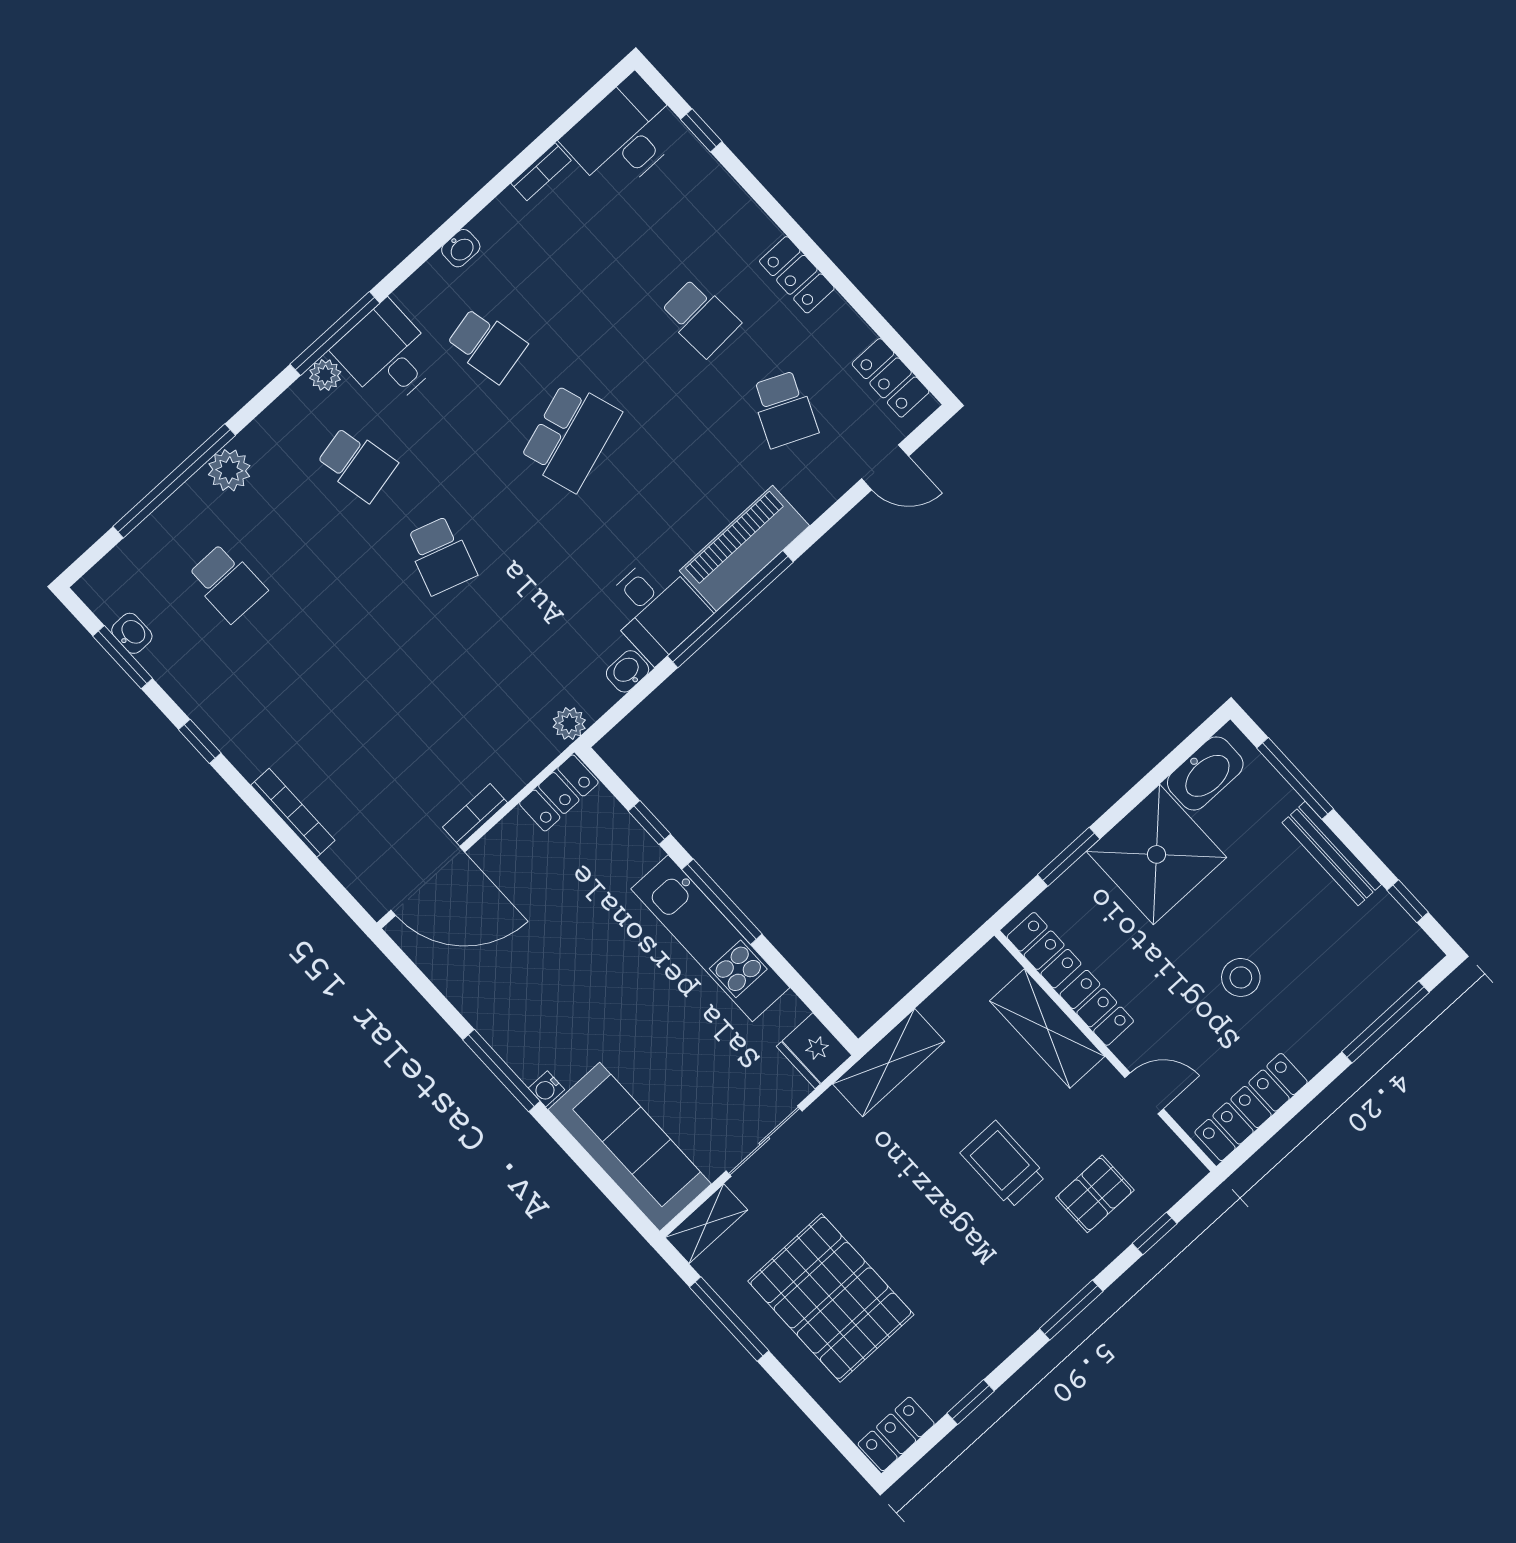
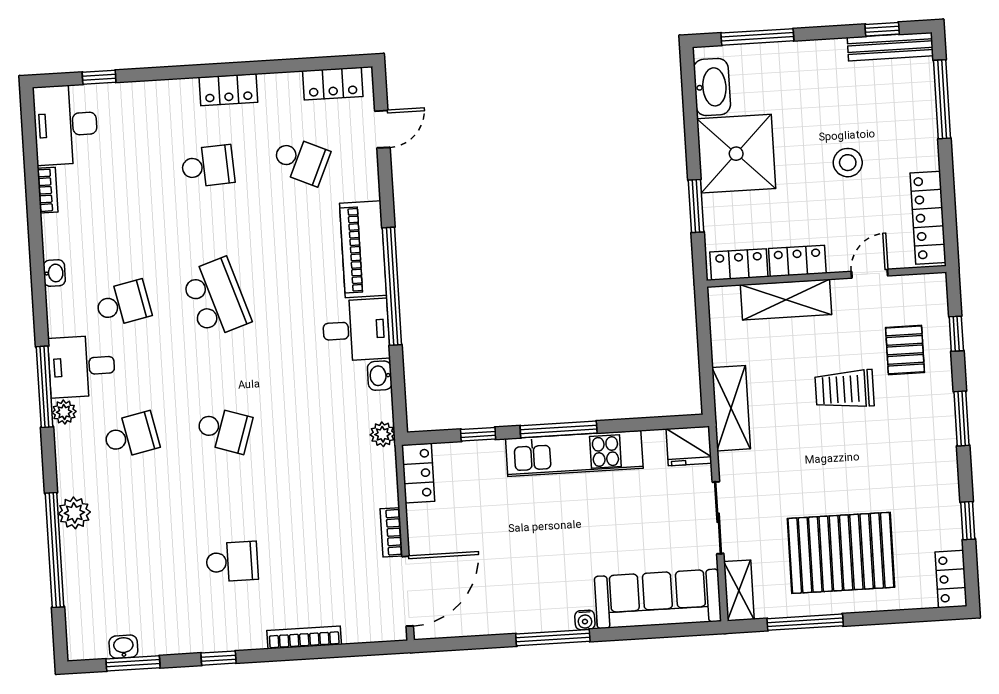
school desk: (227, 583) -> (232, 562), moved
bench: (1332, 853) -> (890, 47), moved

